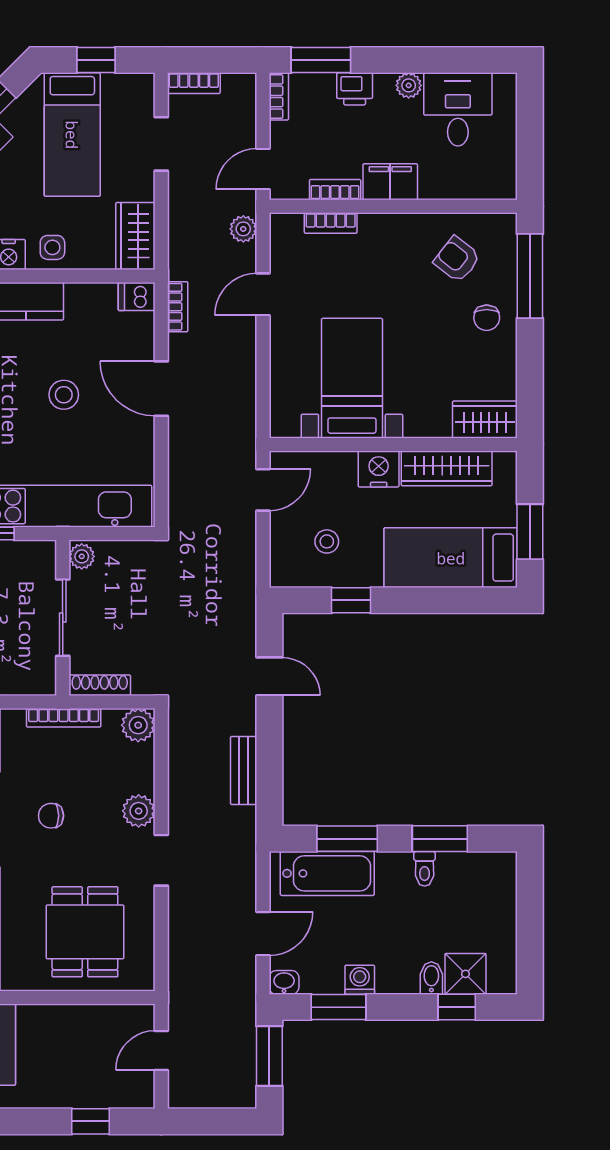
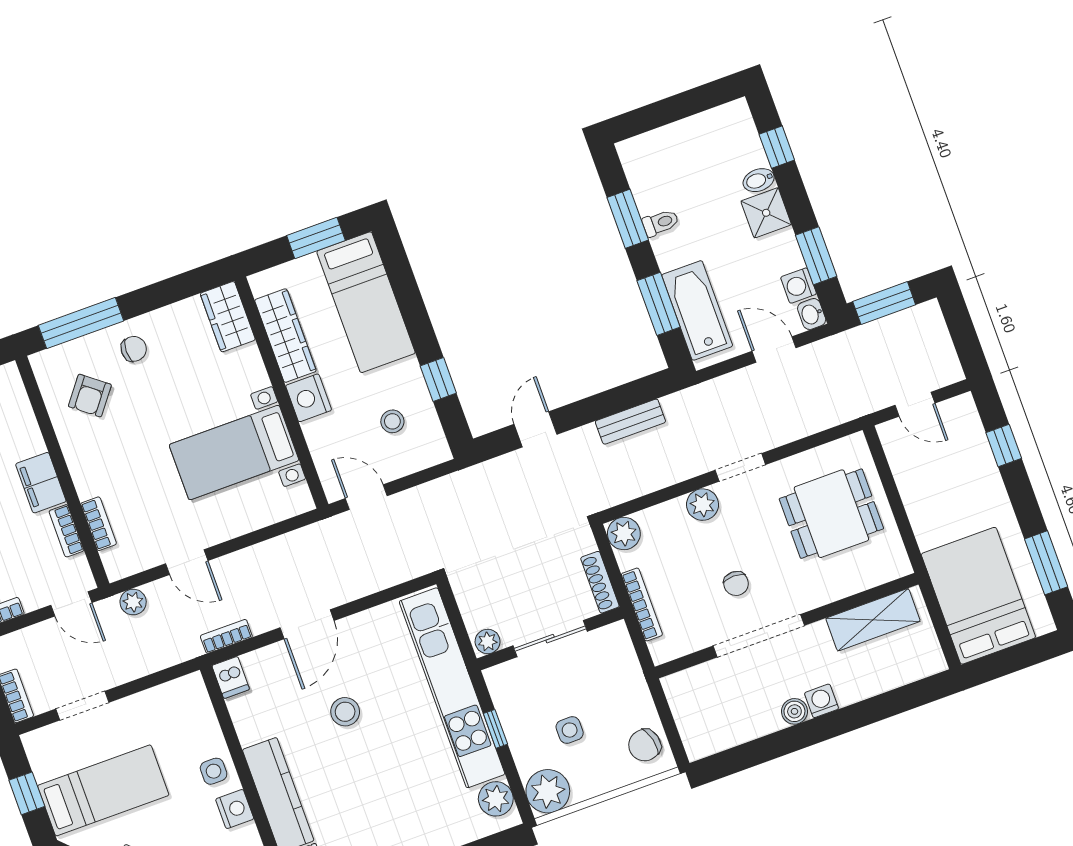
wardrobe: (135, 236) -> (176, 699), removed
shower: (465, 974) -> (766, 213), moved
washing machine: (360, 980) -> (799, 286), moved

